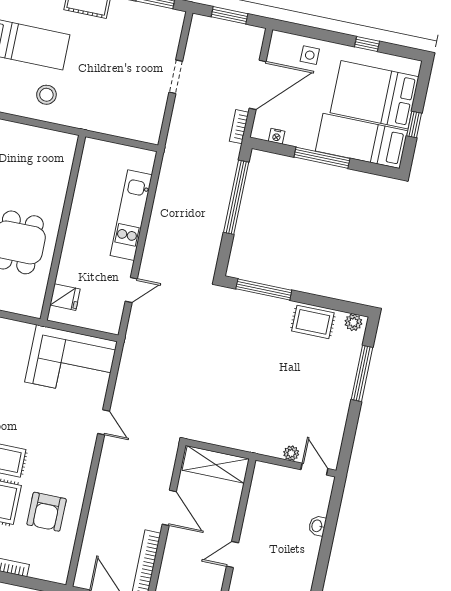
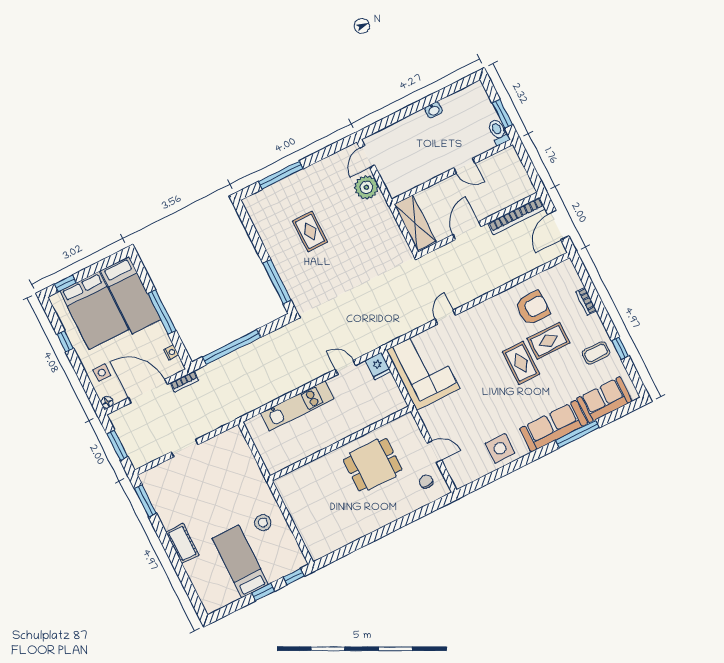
floor lamp: (278, 38) -> (107, 402), added
window: (414, 125) -> (65, 283), moved
fridge: (65, 297) -> (378, 366), moved, turned 180
rug: (313, 322) -> (310, 231), moved
plant: (353, 322) -> (252, 207), removed
plant: (291, 453) -> (366, 187), width x1.88, depth x1.88
washbasin: (317, 526) -> (434, 110), moved

